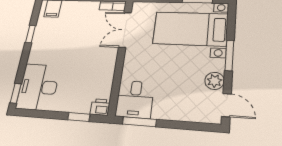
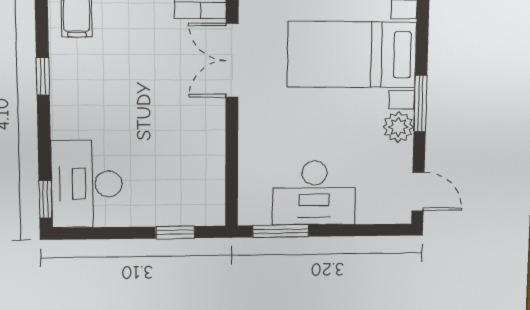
plant: (215, 81) -> (398, 127), moved
desk: (135, 99) -> (314, 193), moved, width x1.37
printer: (100, 107) -> (210, 212), removed

